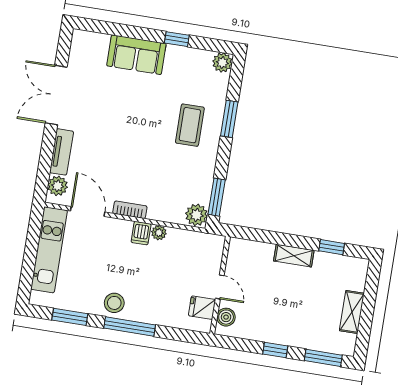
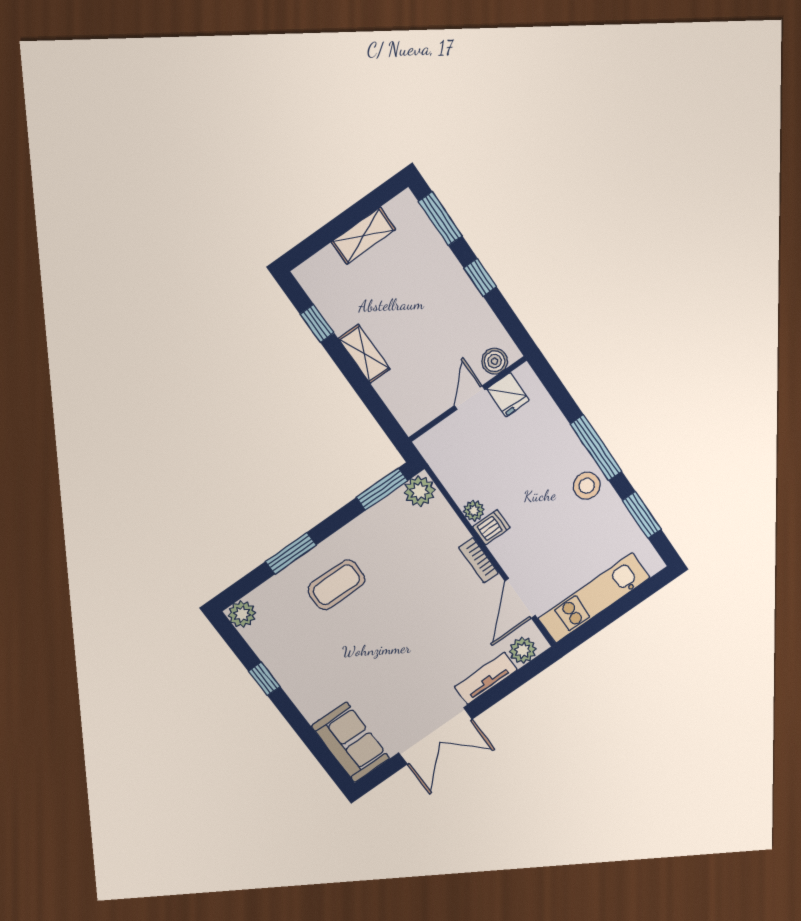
sofa: (136, 55) -> (351, 742), moved

